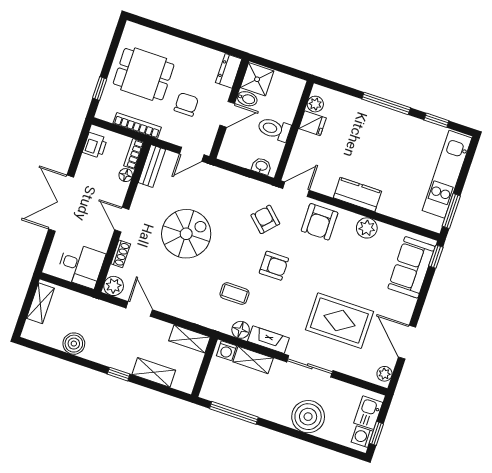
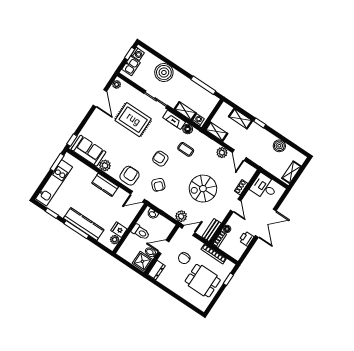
kitchen counter: (376, 117) -> (84, 224), added
printer: (95, 145) -> (246, 239), moved
plant: (211, 176) -> (181, 216), added
sofa: (411, 267) -> (88, 151), moved, turned -90
plant: (114, 286) -> (222, 153), moved

